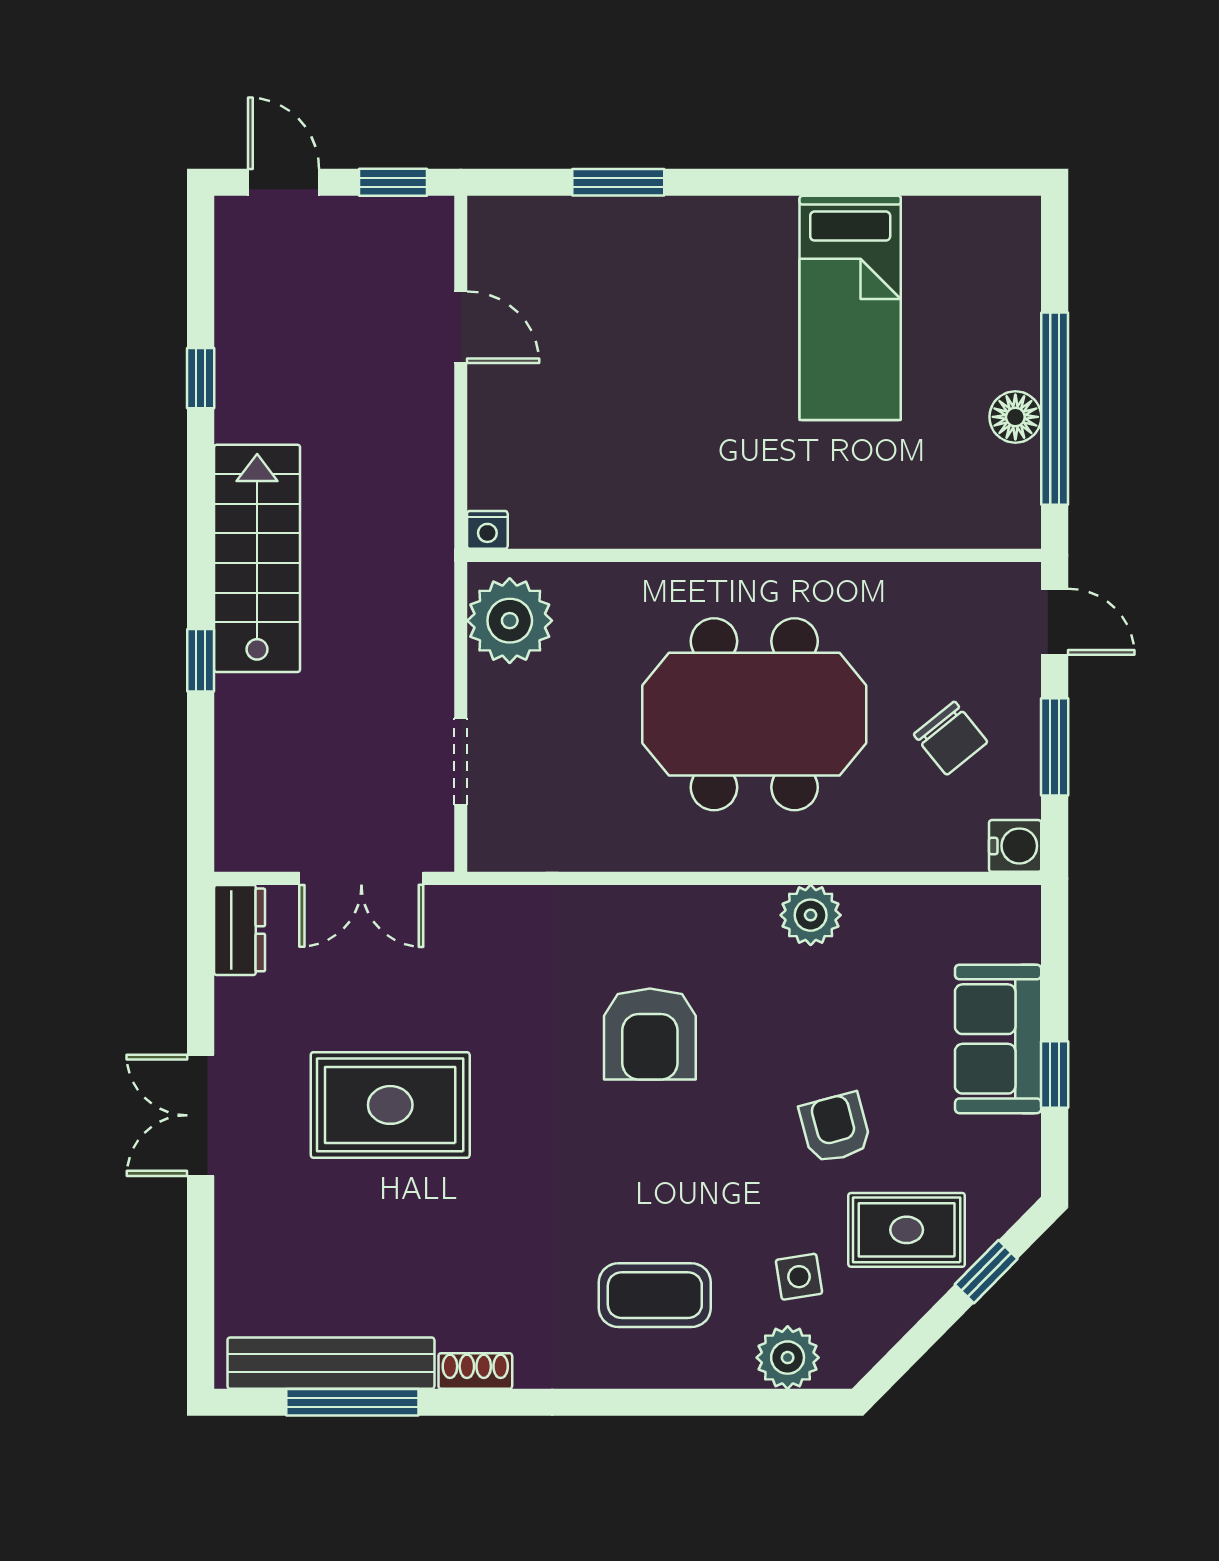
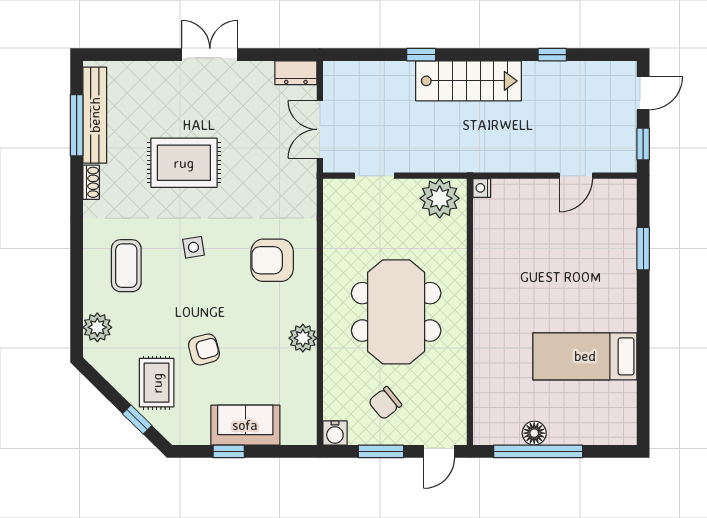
armchair: (650, 1034) -> (272, 260), moved
rug: (390, 1105) -> (184, 163), moved, turned 90
side table: (799, 1277) -> (193, 247), moved

